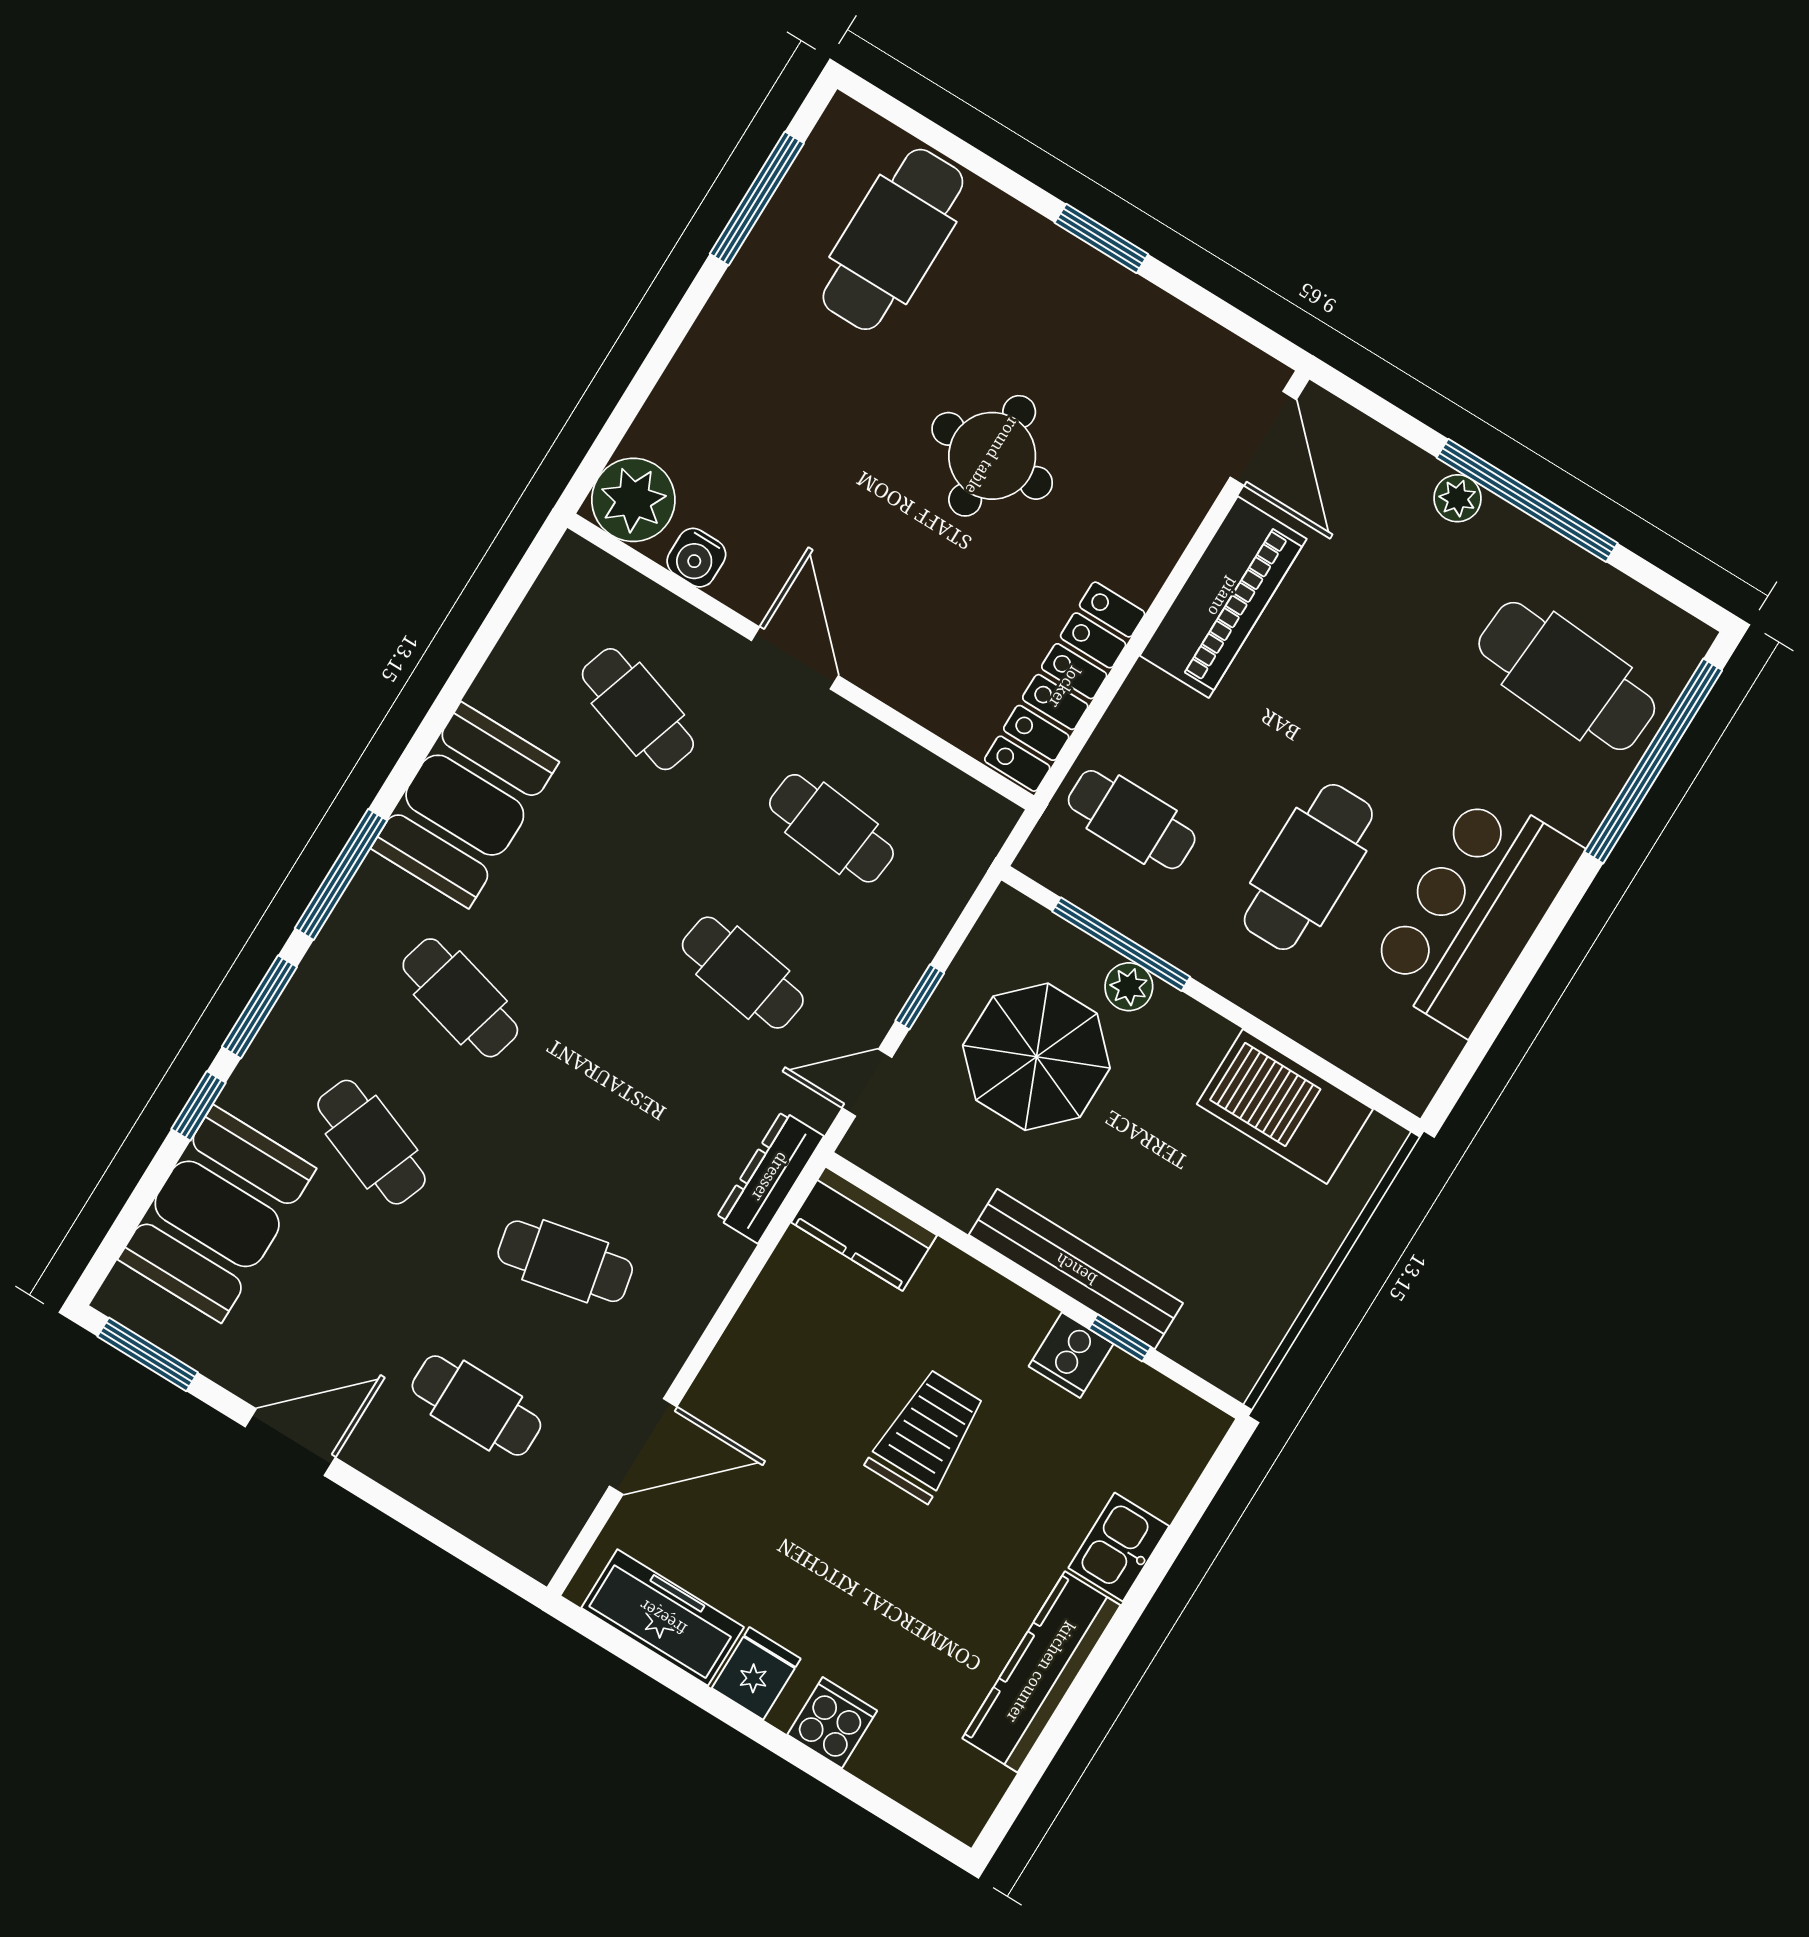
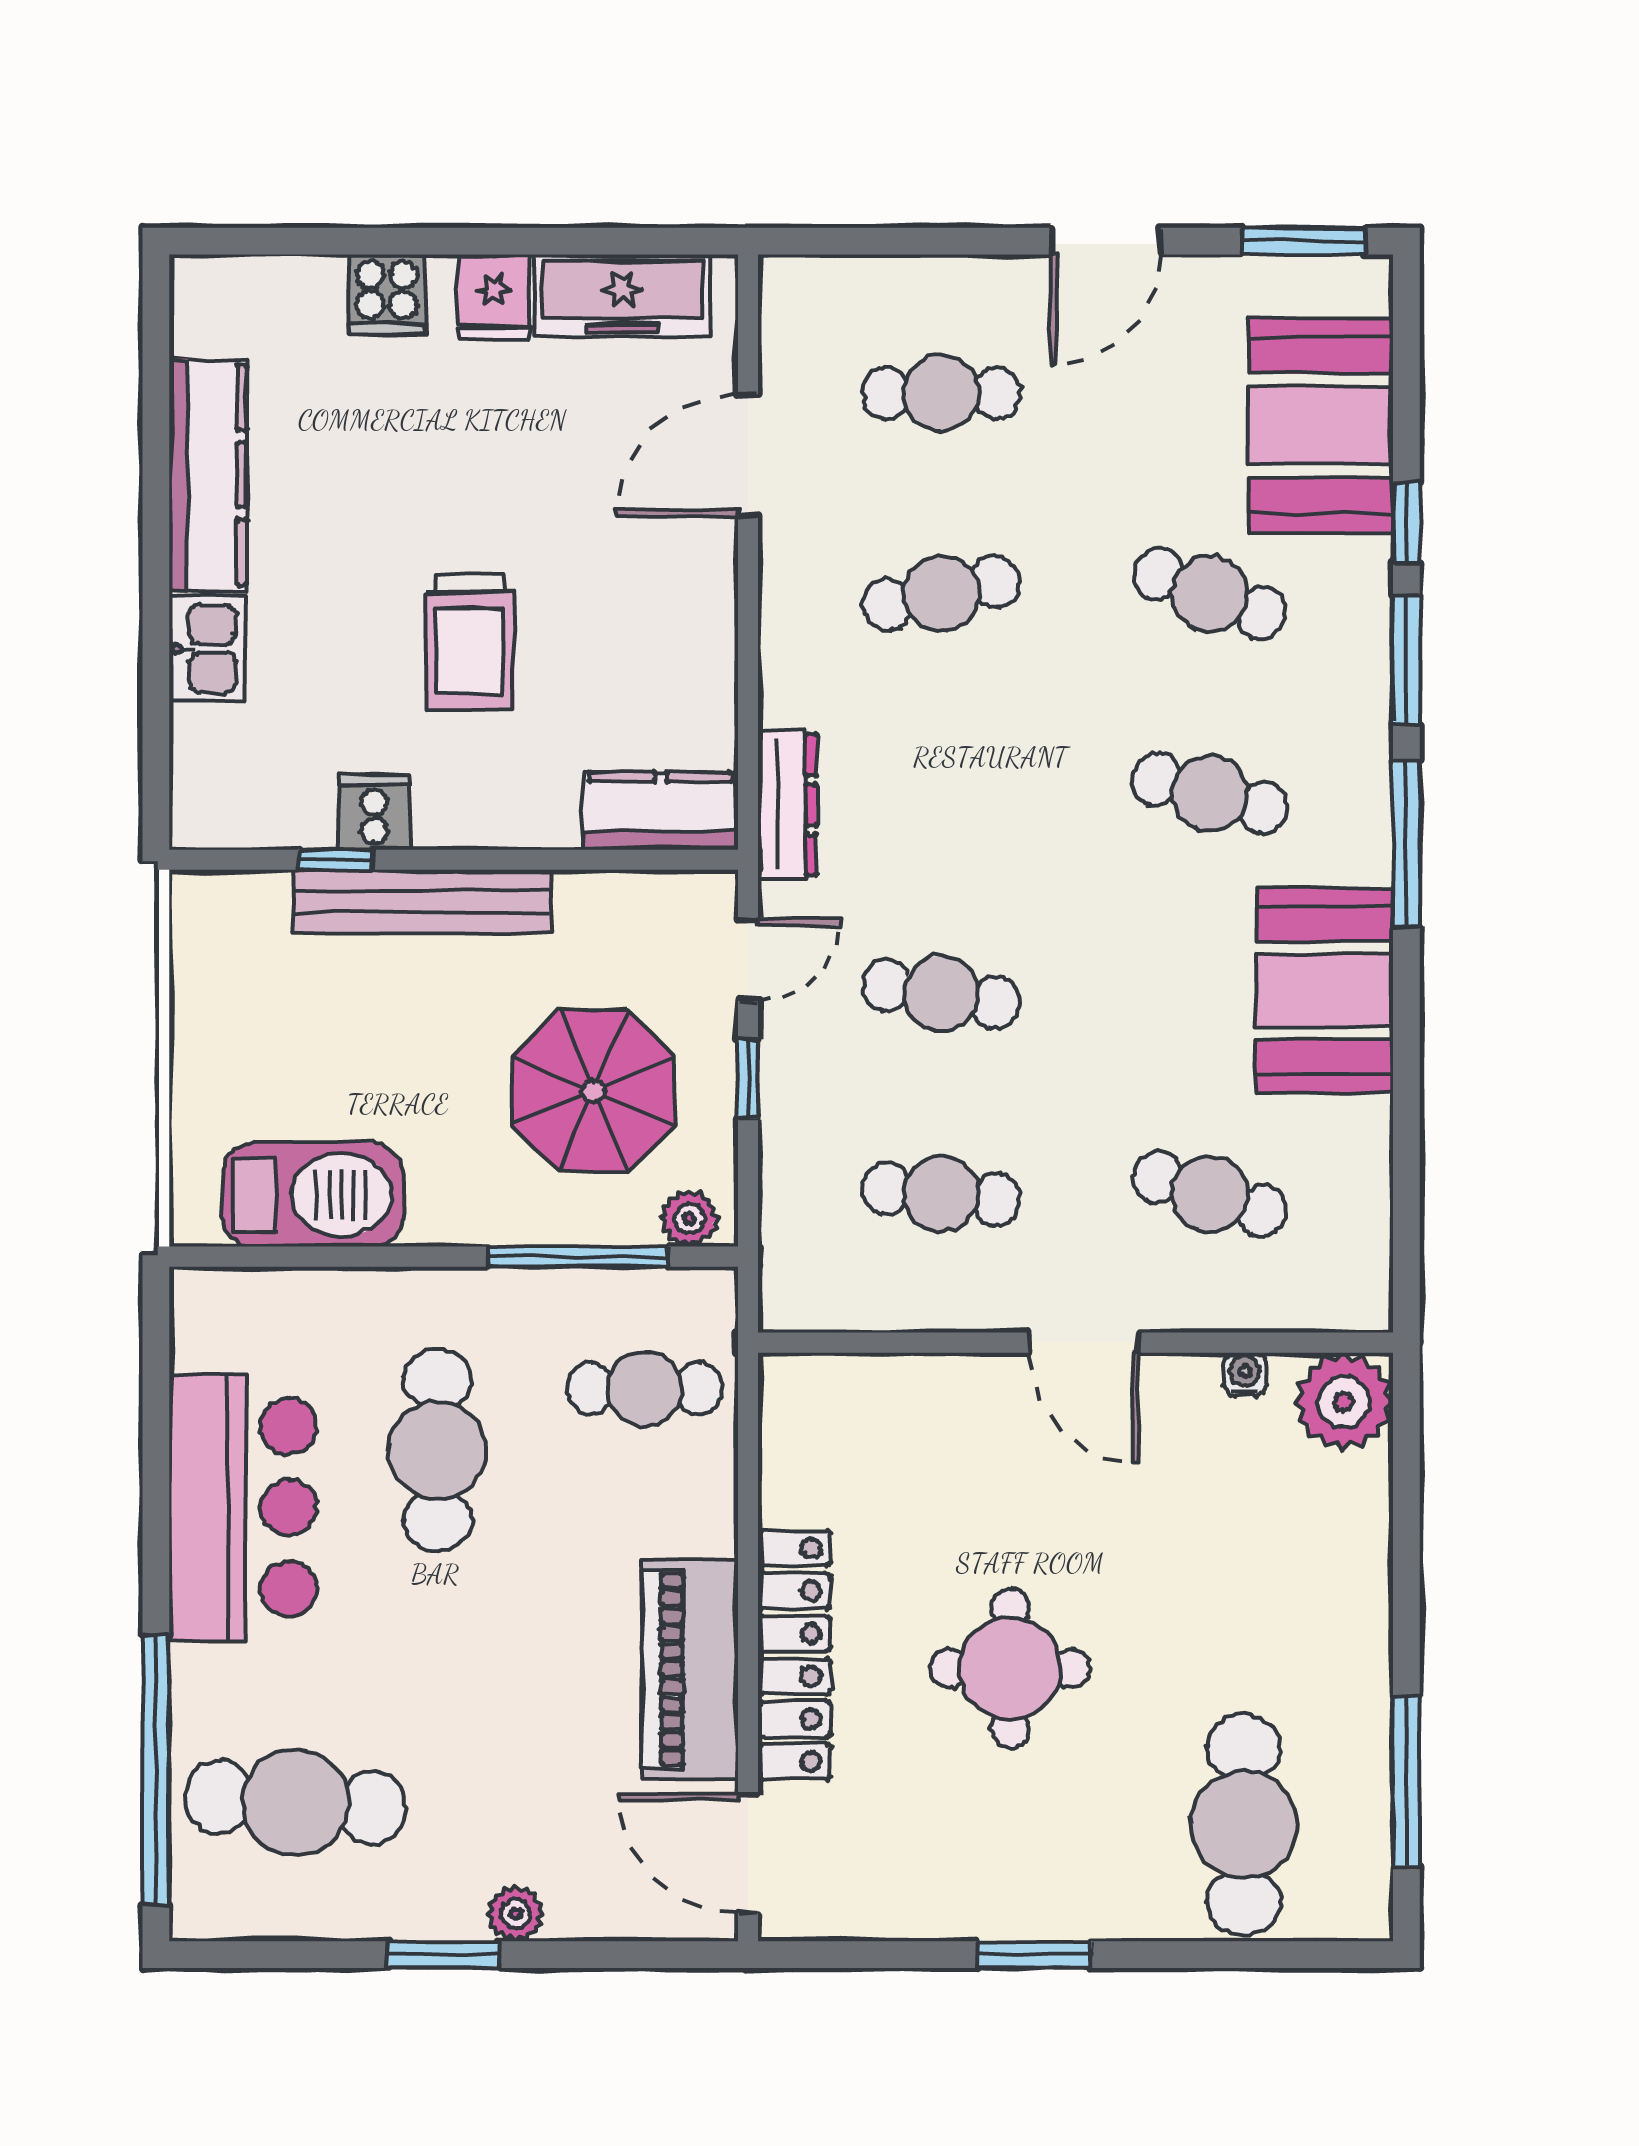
window: (1527, 500) -> (444, 1955), width x0.47
water cooler: (696, 558) -> (1245, 1374), width x0.72, depth x0.72
locker: (1065, 687) -> (794, 1655), moved
plant: (1129, 987) -> (689, 1219), moved

